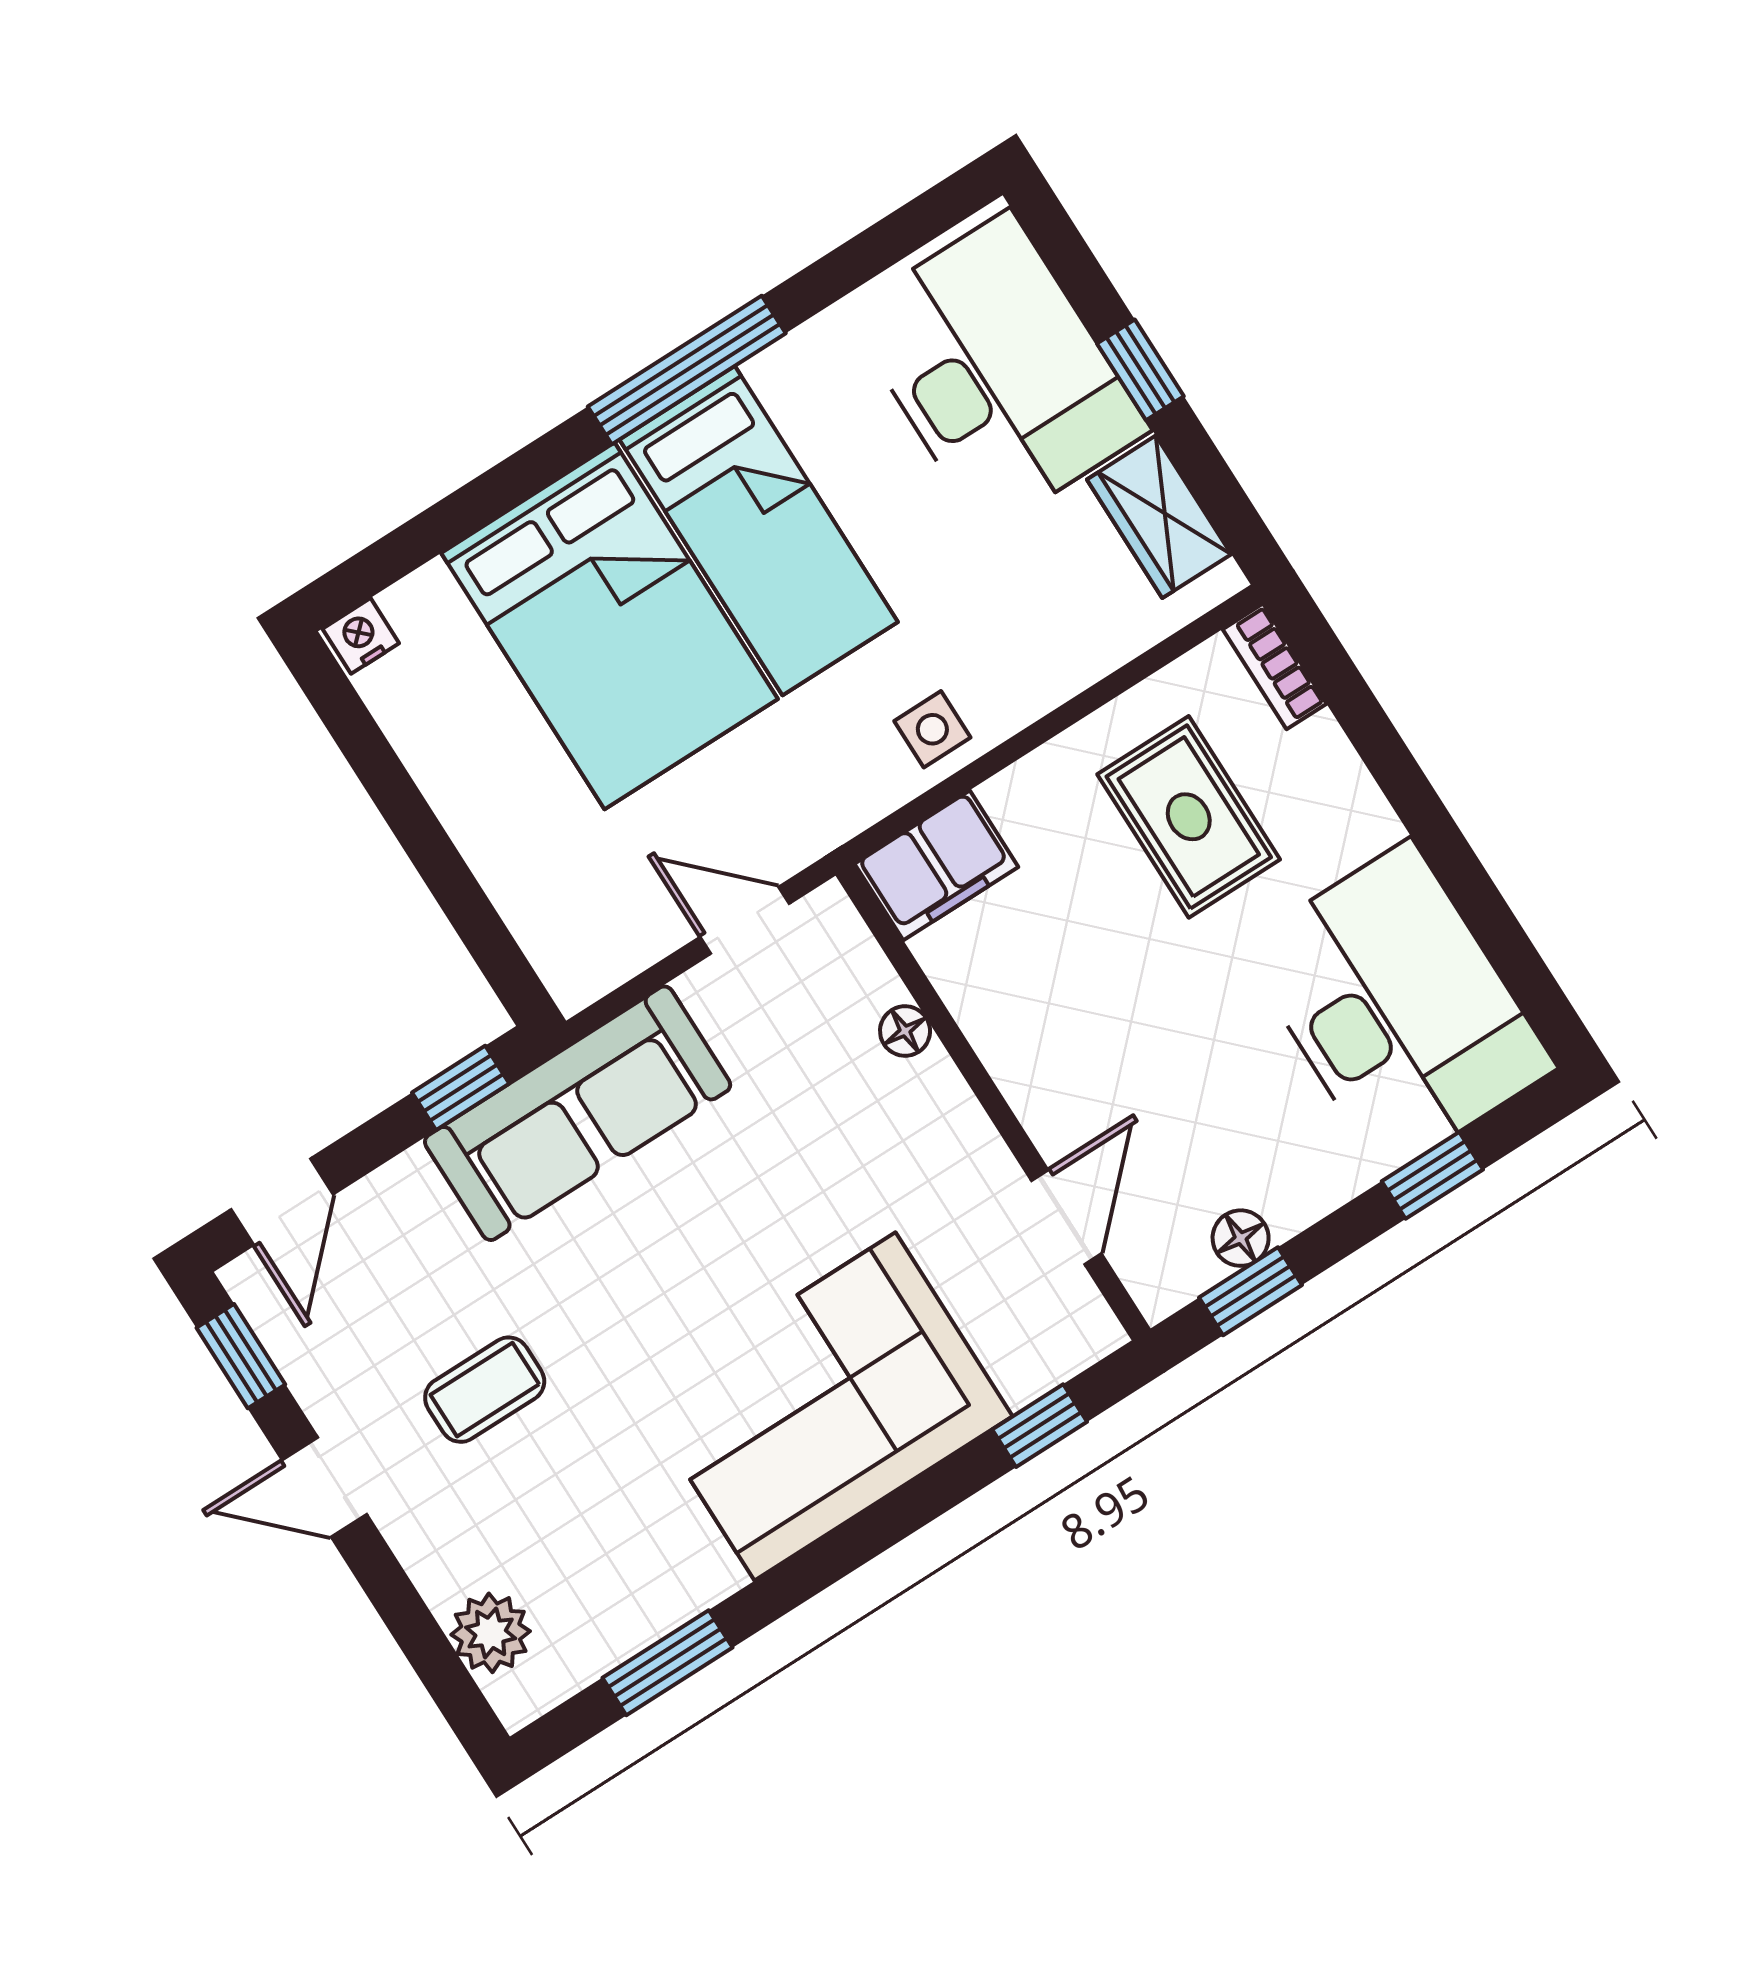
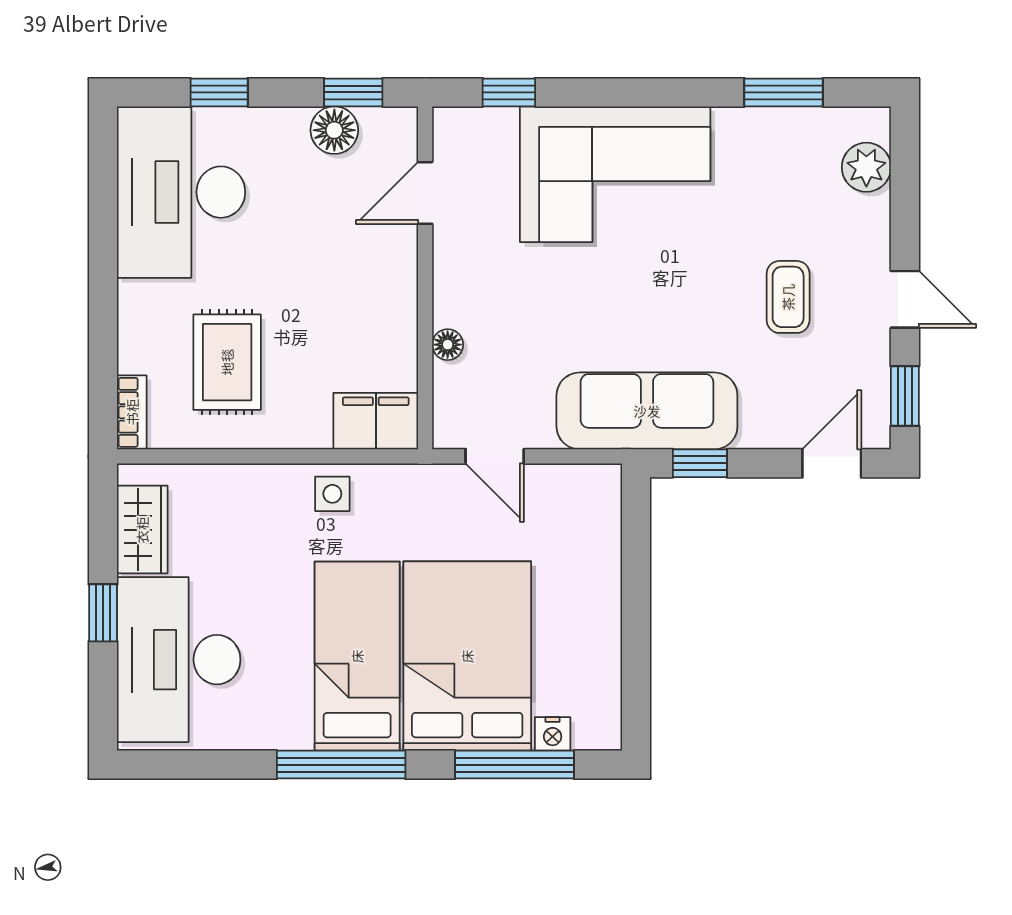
window: (452, 520) -> (514, 765), added
nightstand: (361, 636) -> (553, 734), moved
floor lamp: (1241, 1238) -> (334, 130), width x1.37, depth x1.37
coffee table: (485, 1390) -> (788, 297), turned 90

